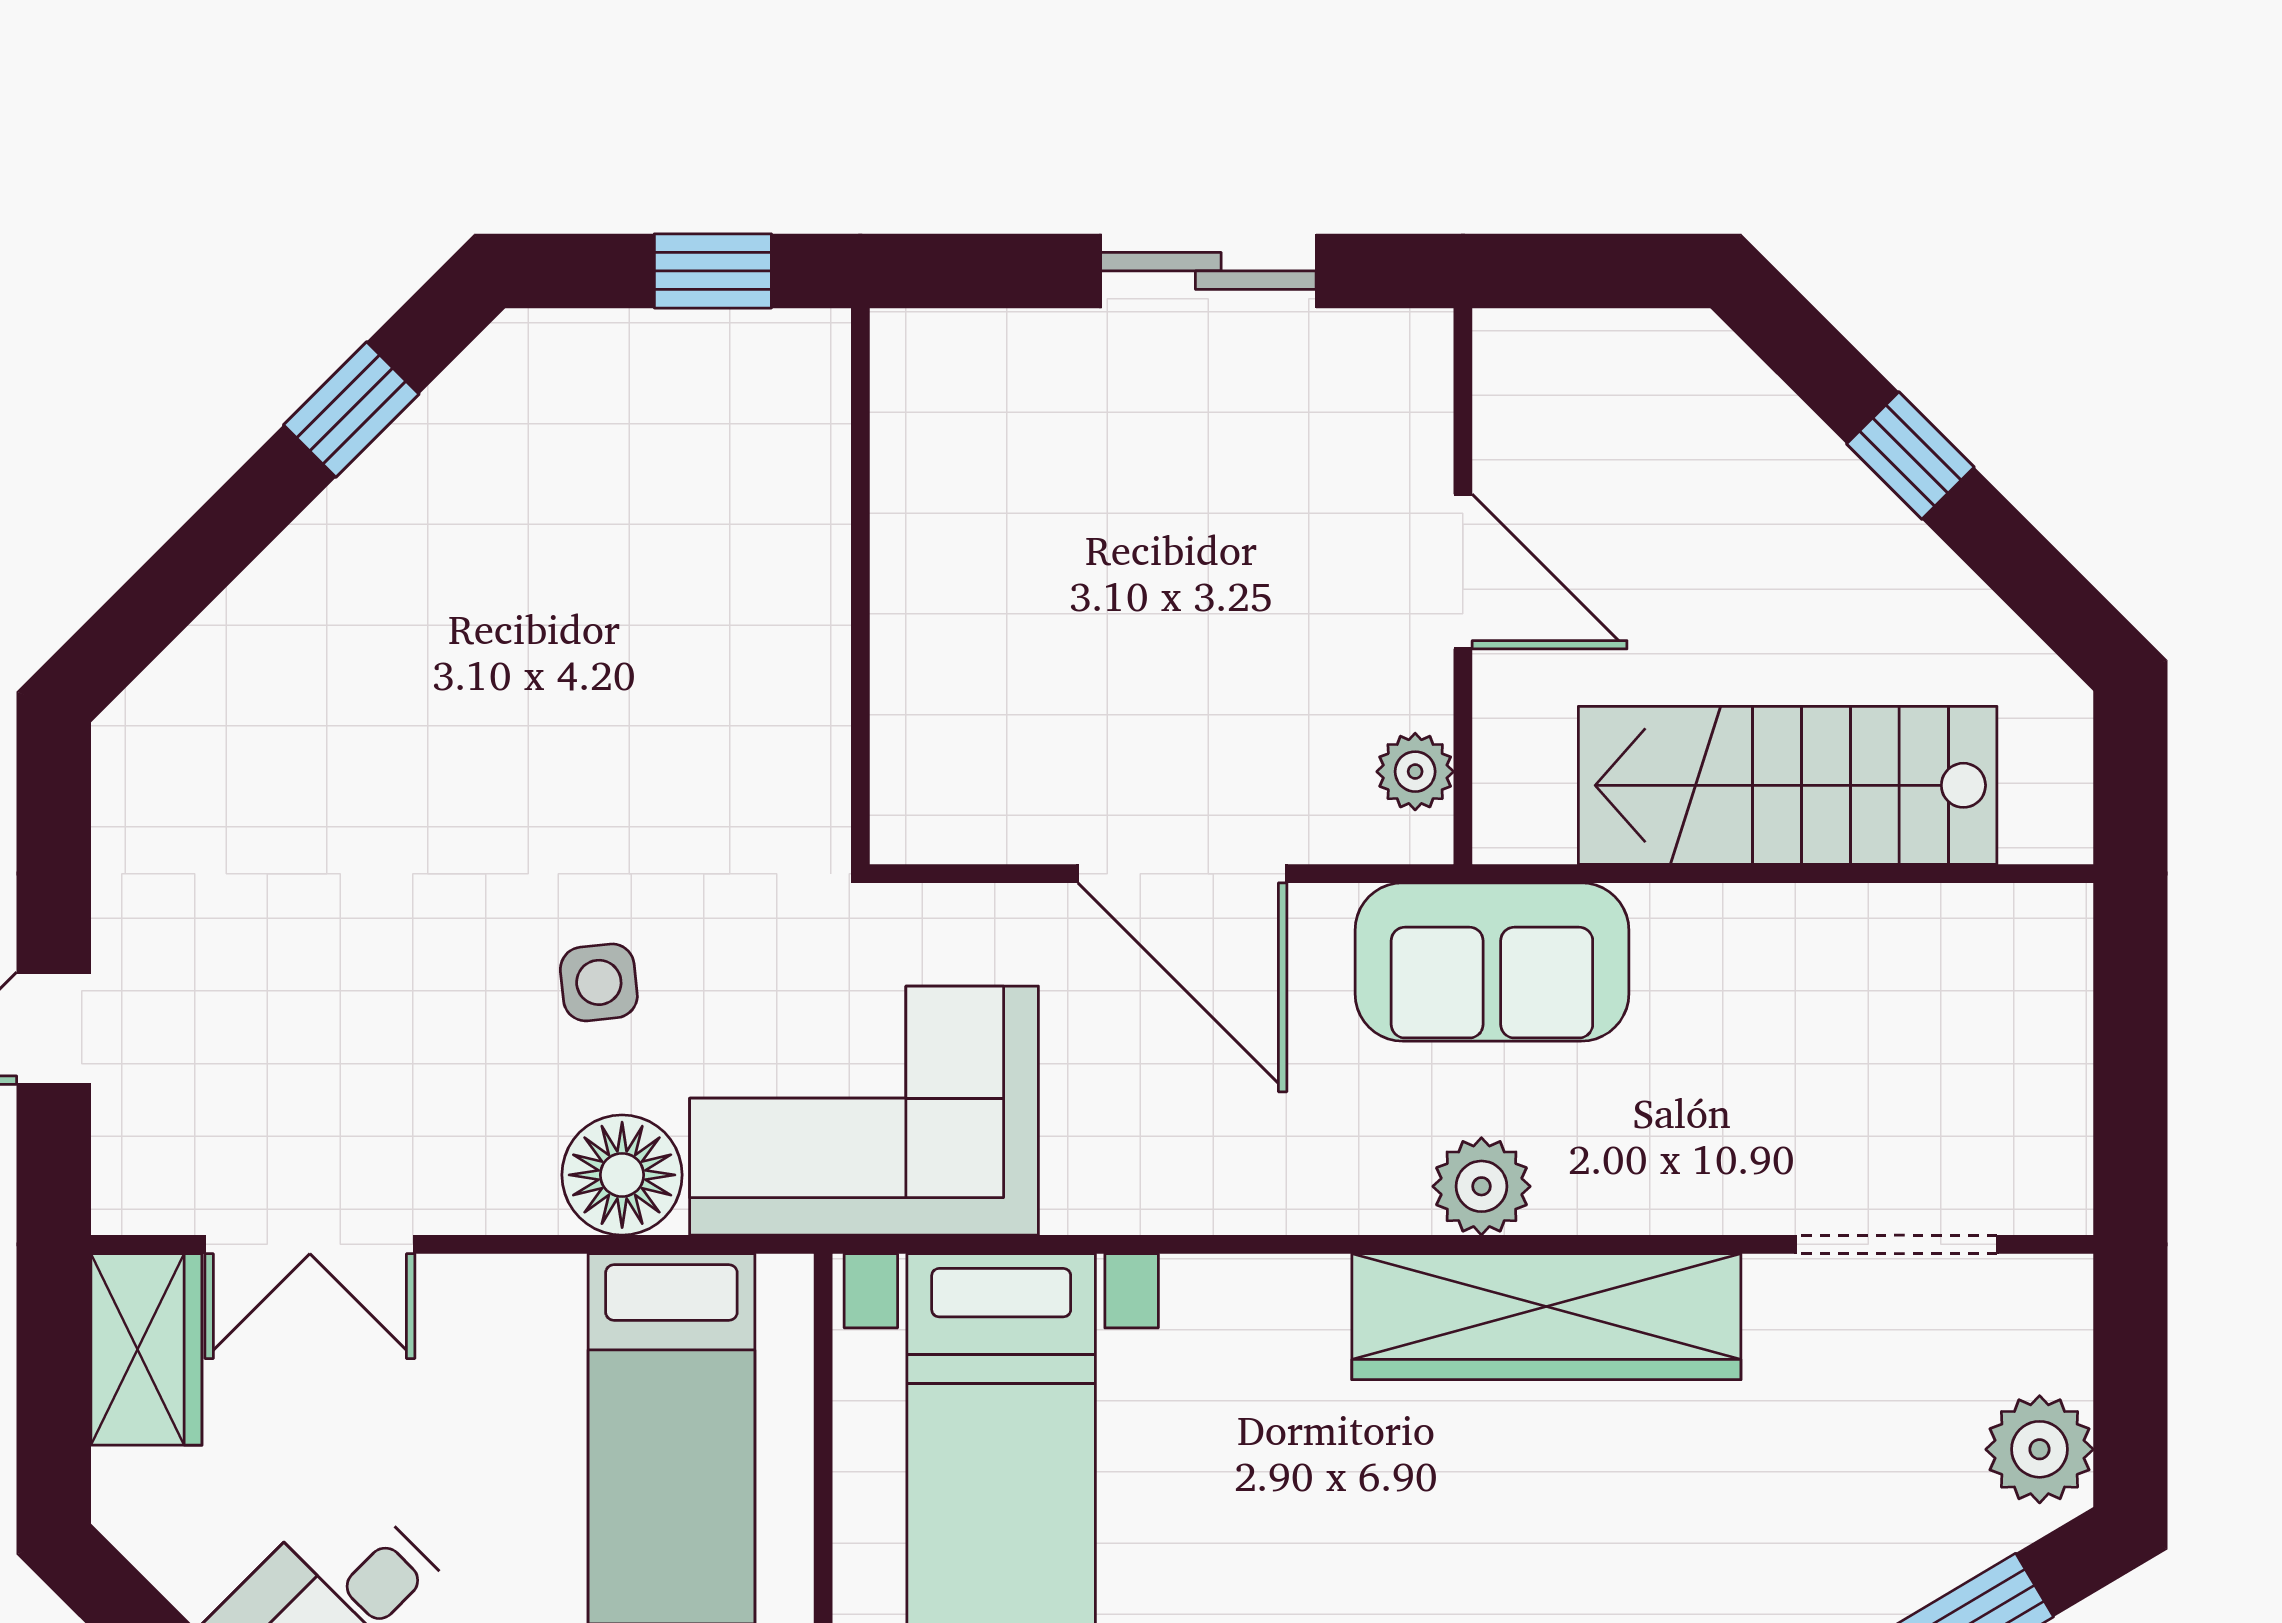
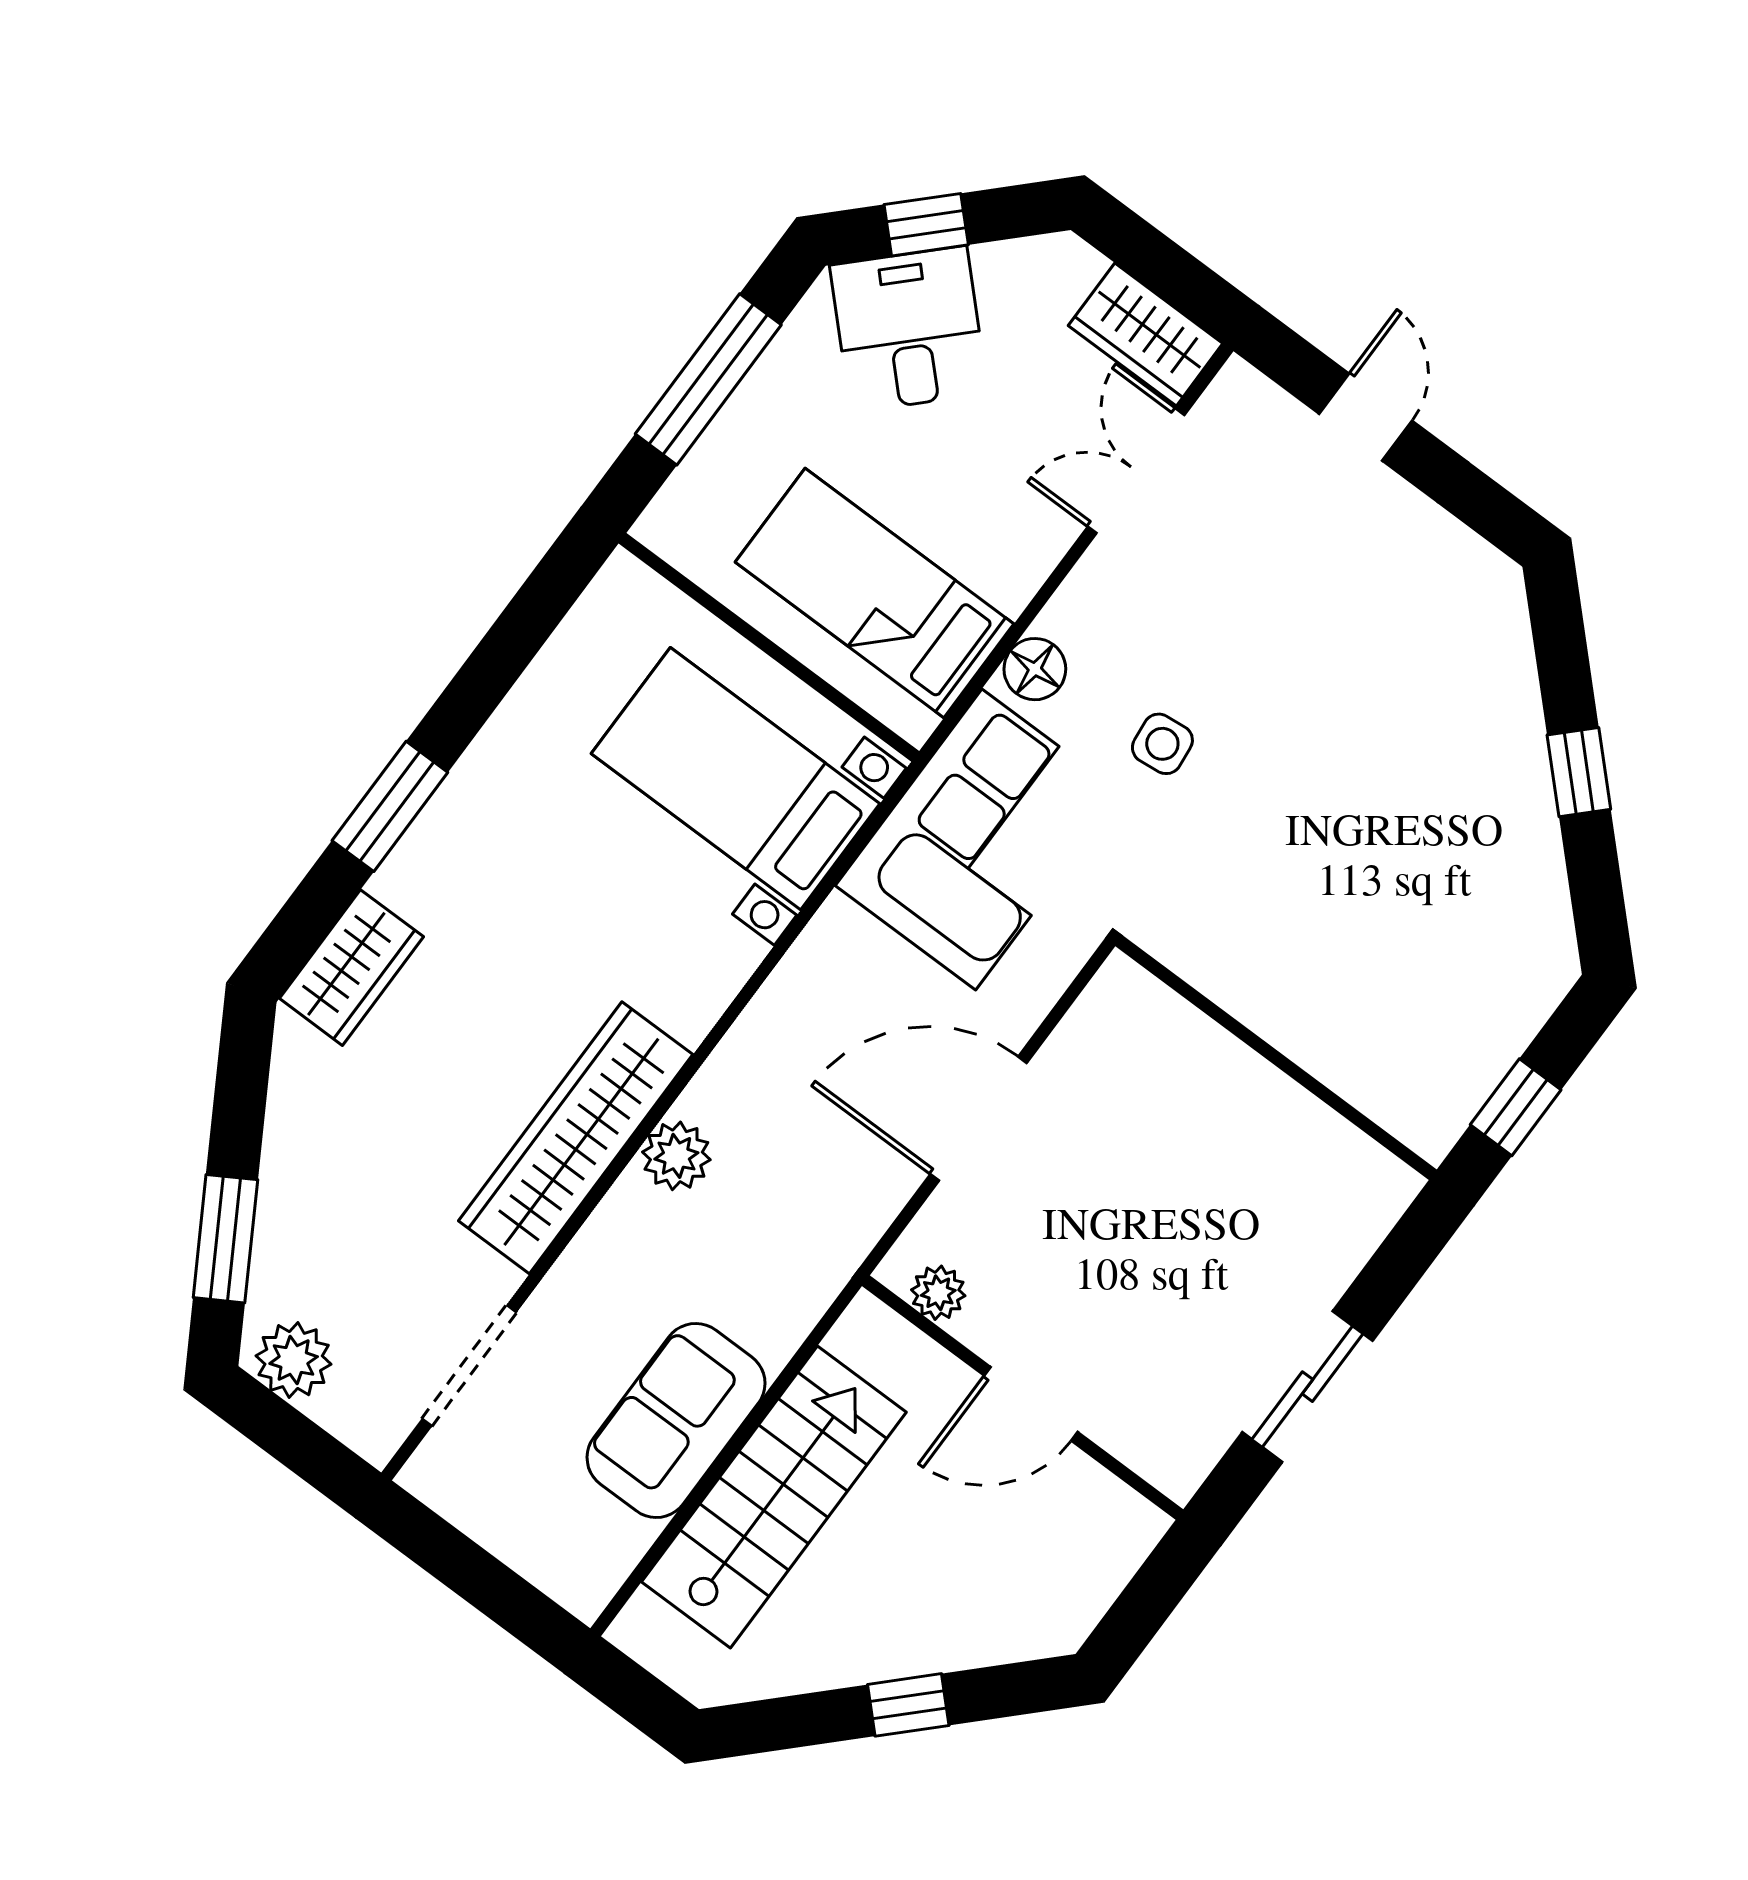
window: (351, 410) -> (1579, 772), moved
sofa: (1492, 962) -> (676, 1420), moved
floor lamp: (622, 1175) -> (1035, 669), width x0.73, depth x0.73

